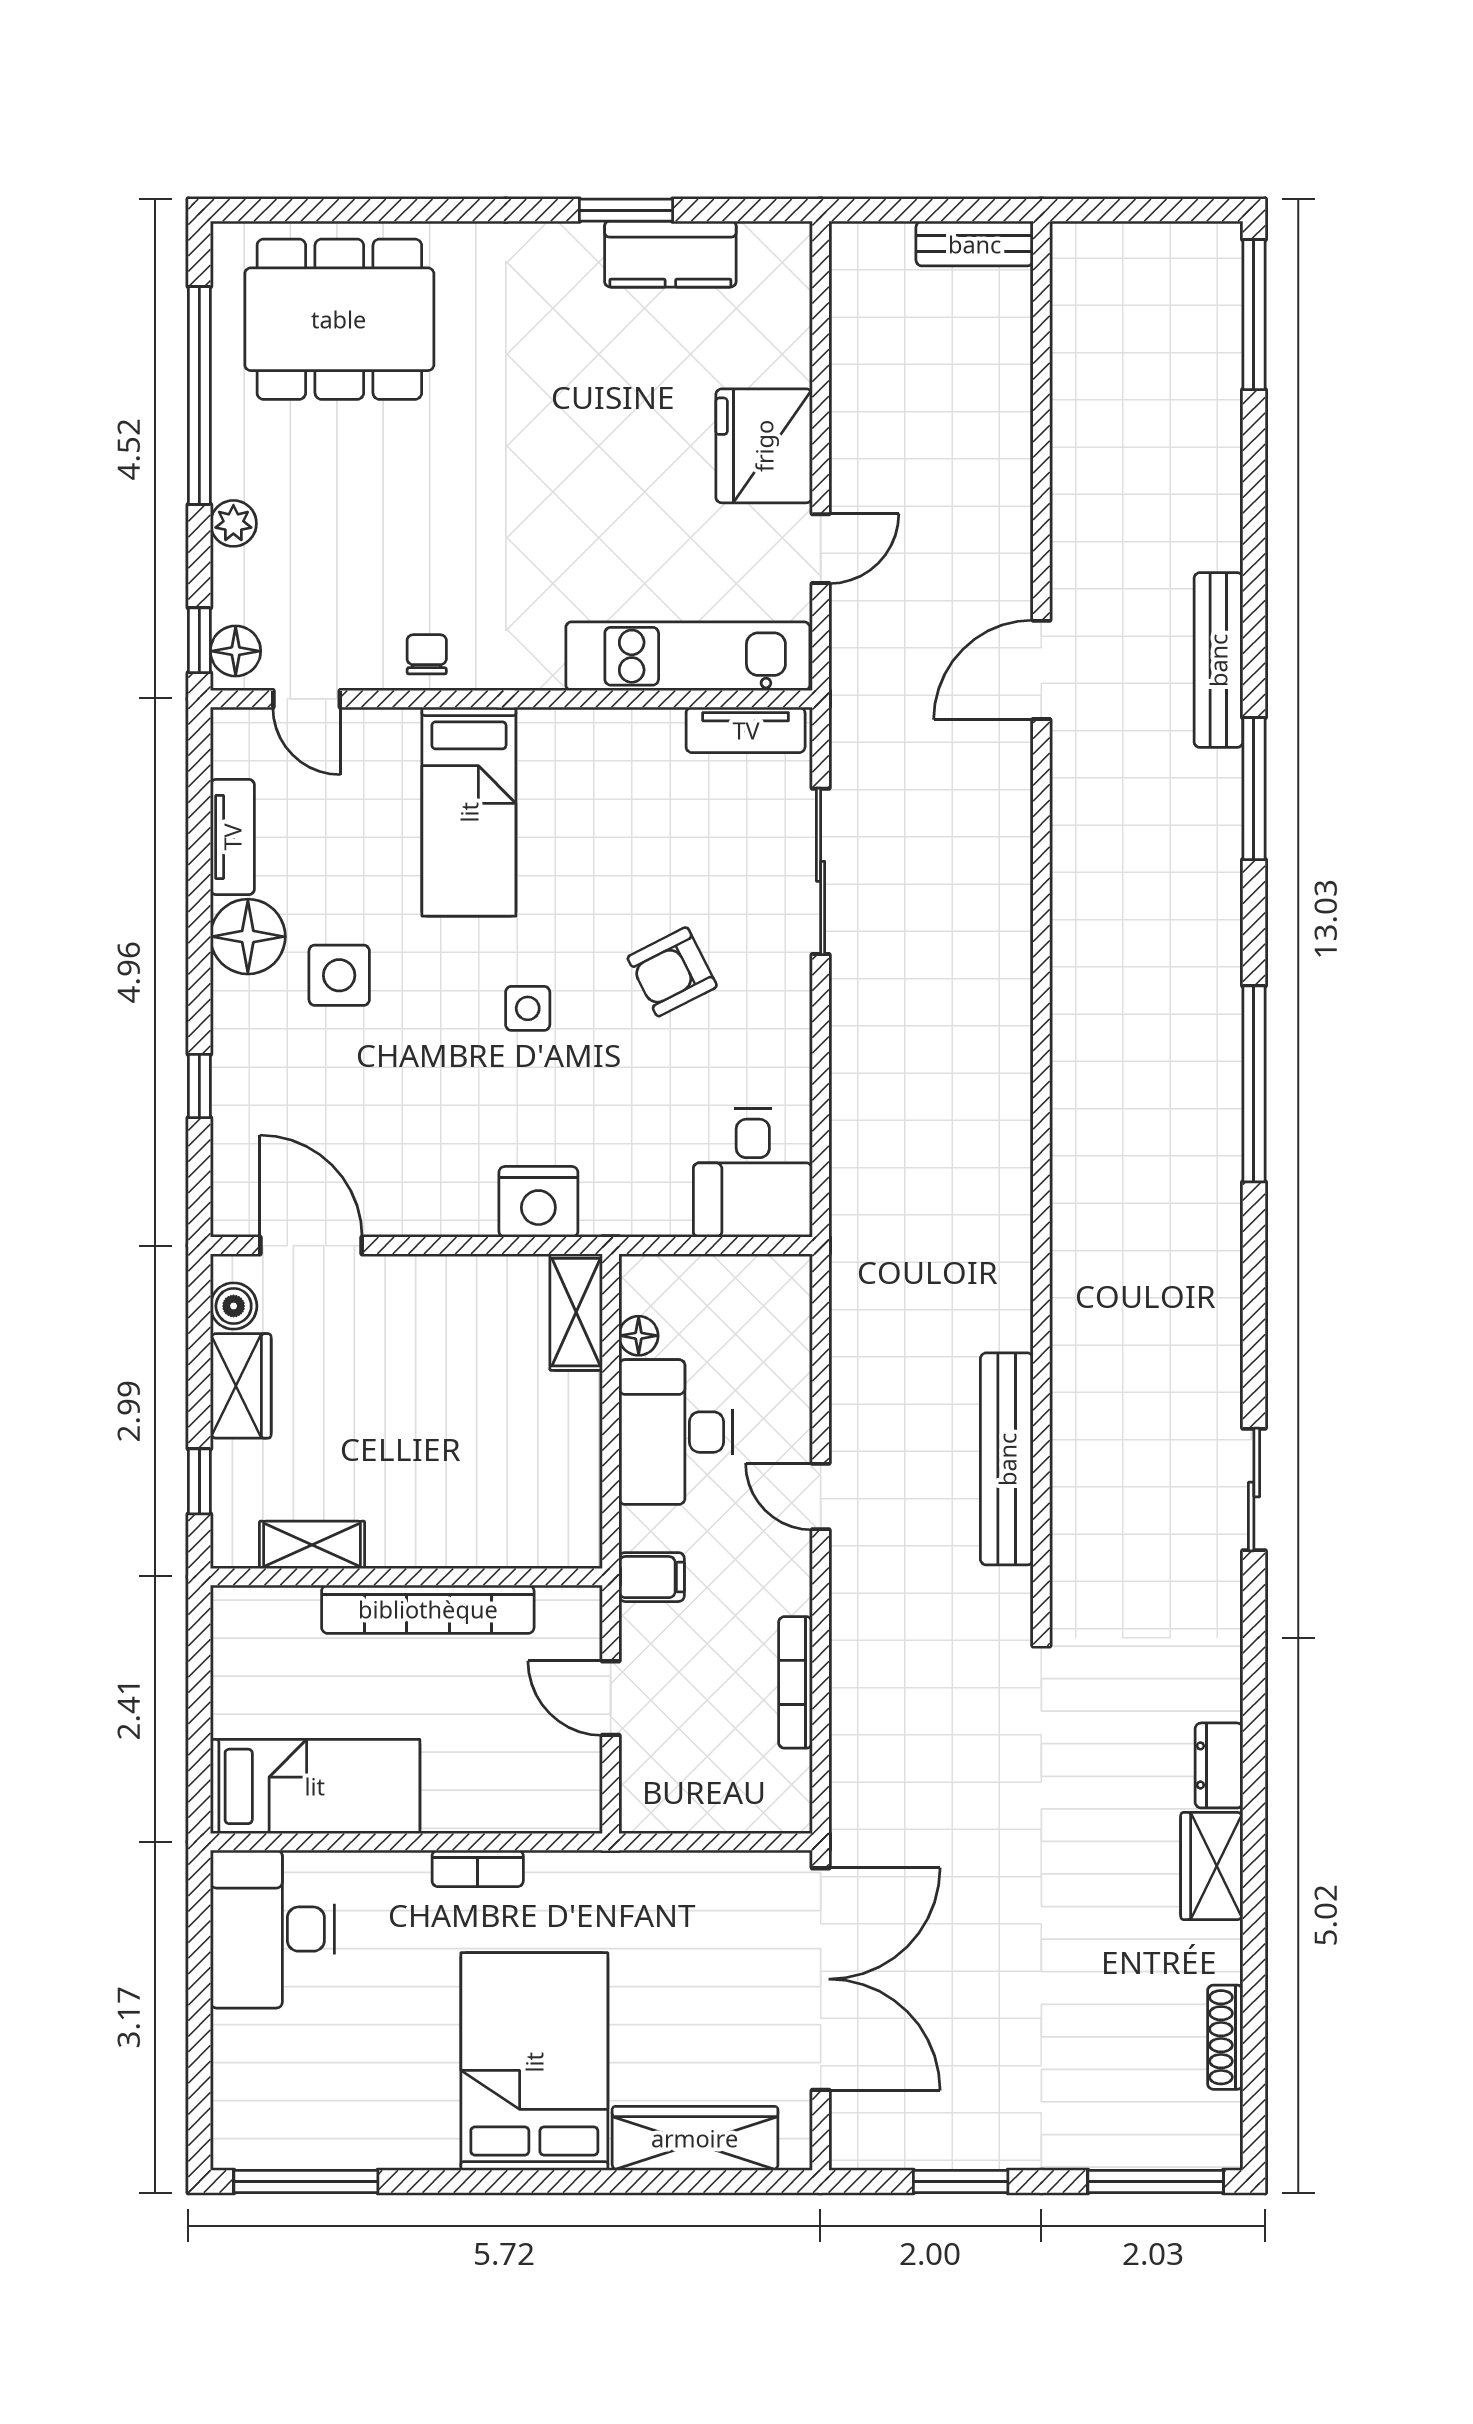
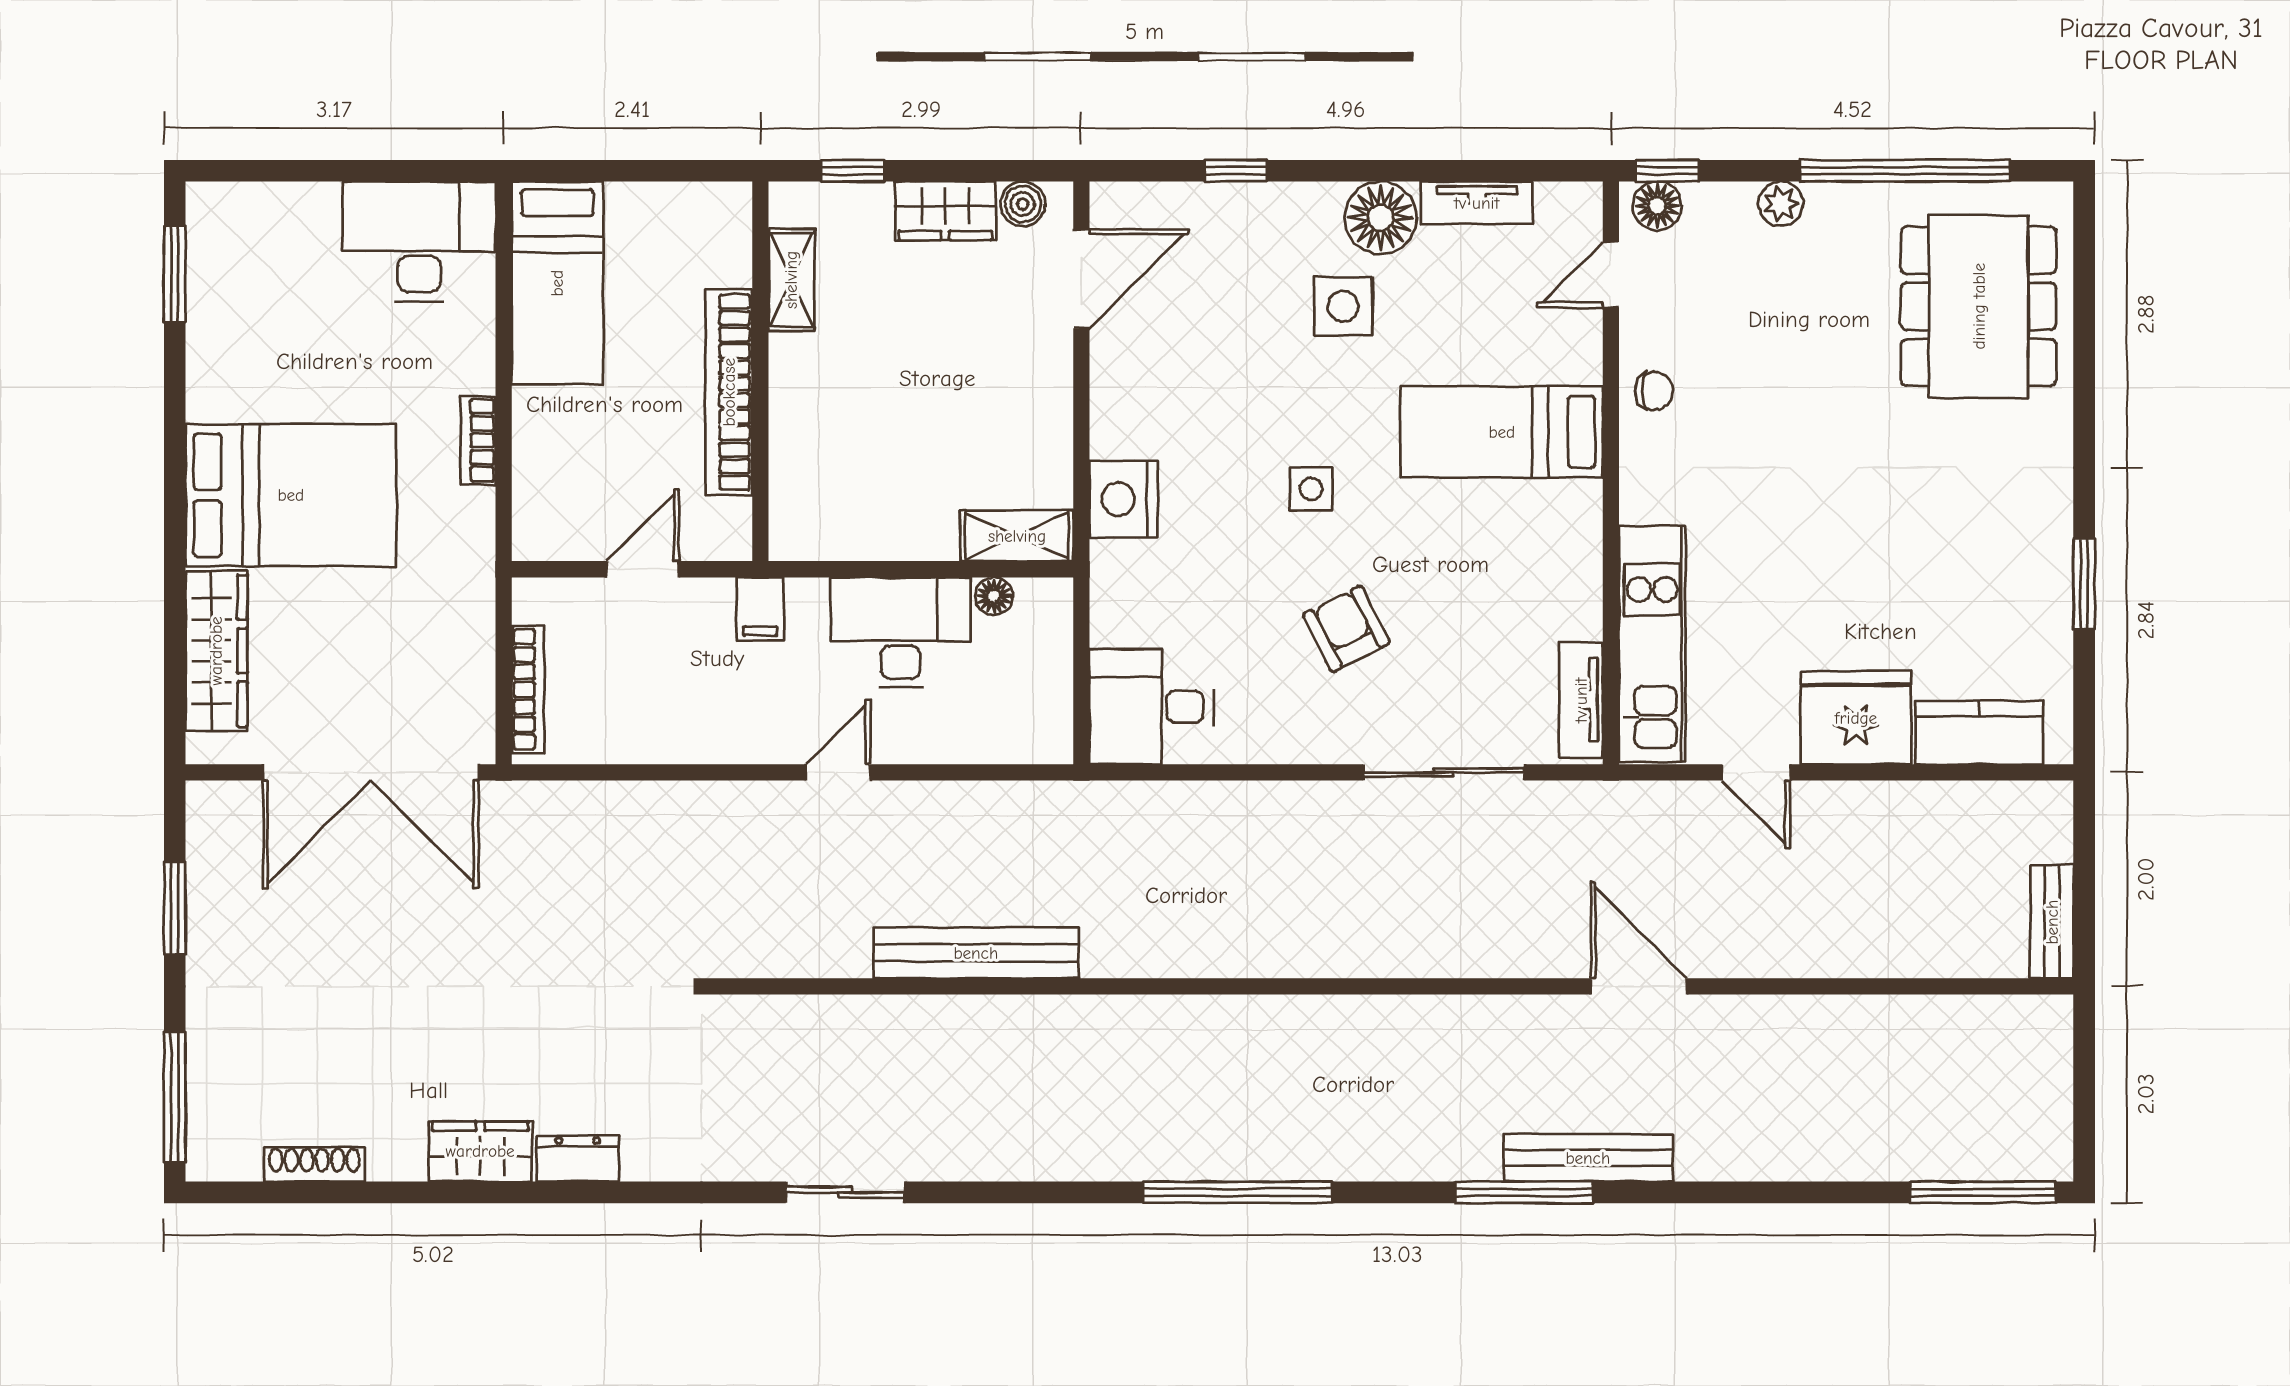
kitchen counter: (670, 254) -> (1979, 733), moved, turned 90
bench: (1218, 660) -> (1588, 1158), moved
bench: (1007, 1459) -> (976, 953), moved
bookcase: (795, 1682) -> (528, 689), moved, turned 90
window: (306, 2181) -> (175, 274), width x0.69

